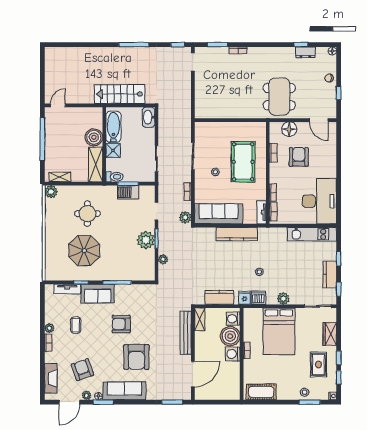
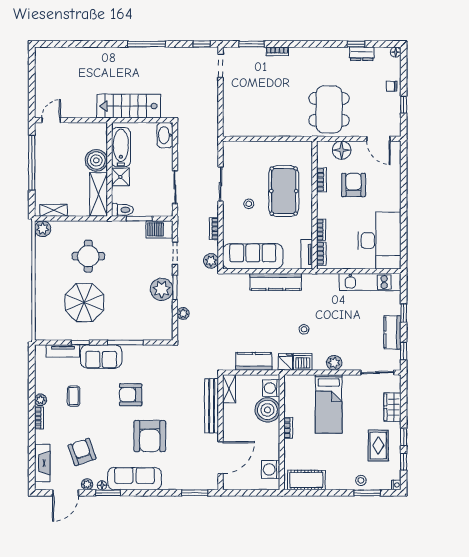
barbecue: (128, 192) -> (159, 229), moved
bed: (279, 331) -> (329, 404), width x0.67
washing machine: (233, 354) -> (271, 469), moved

